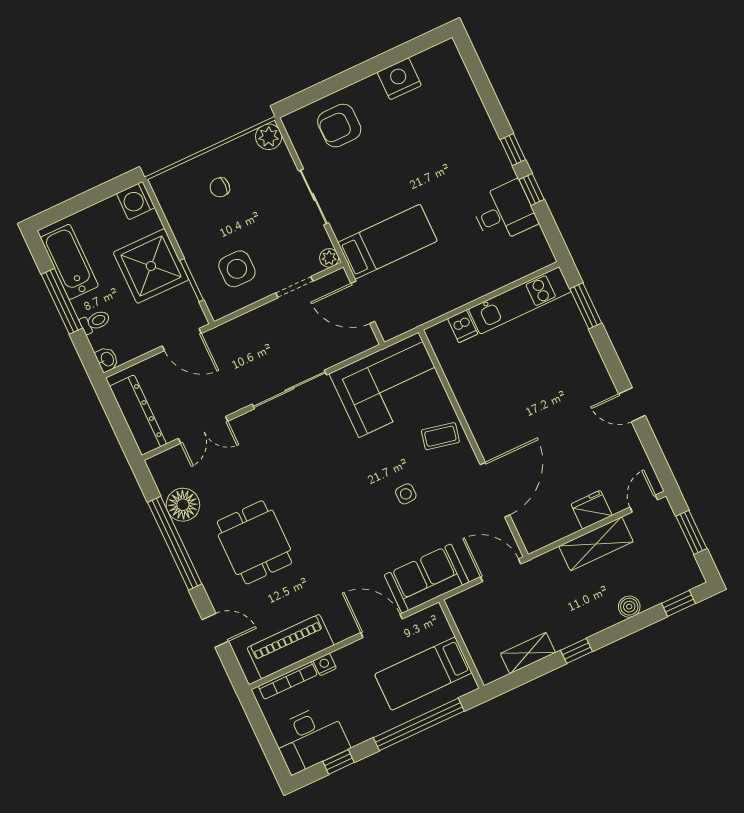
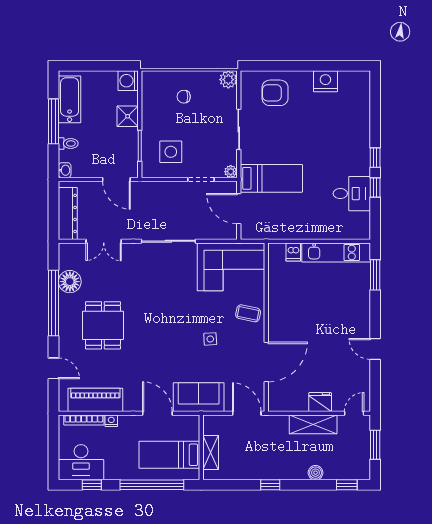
shower: (151, 266) -> (128, 116), width x0.54, depth x0.54
shelving: (528, 653) -> (211, 452), moved, turned 90

